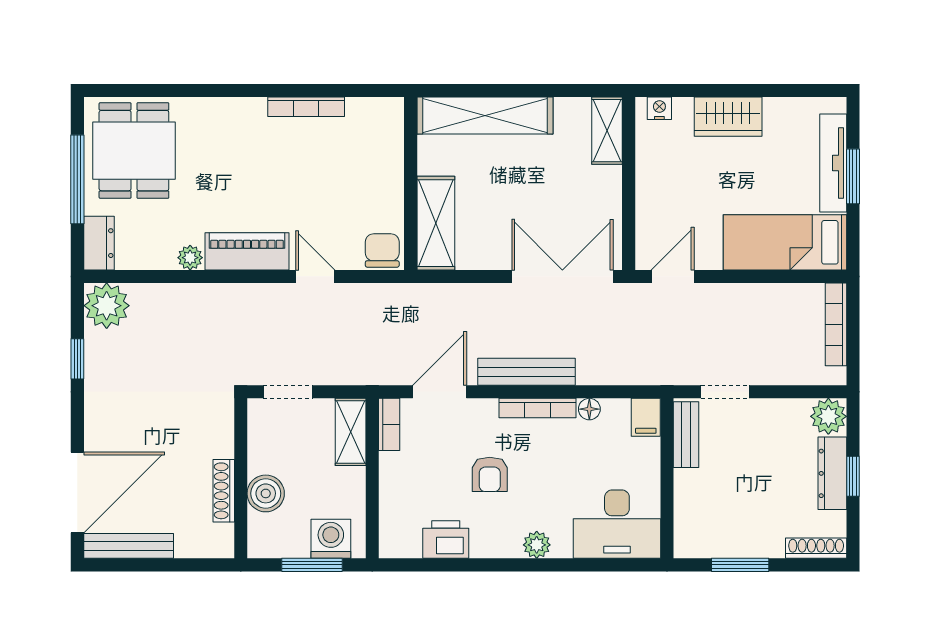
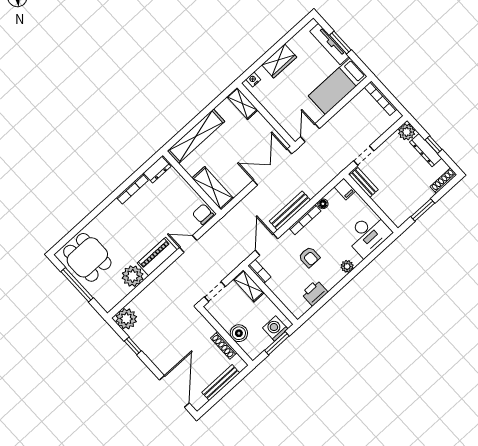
dresser: (99, 243) -> (157, 170), moved, turned 90
plant: (190, 258) -> (133, 276), width x1.88, depth x1.88
bench: (129, 546) -> (221, 383), moved

